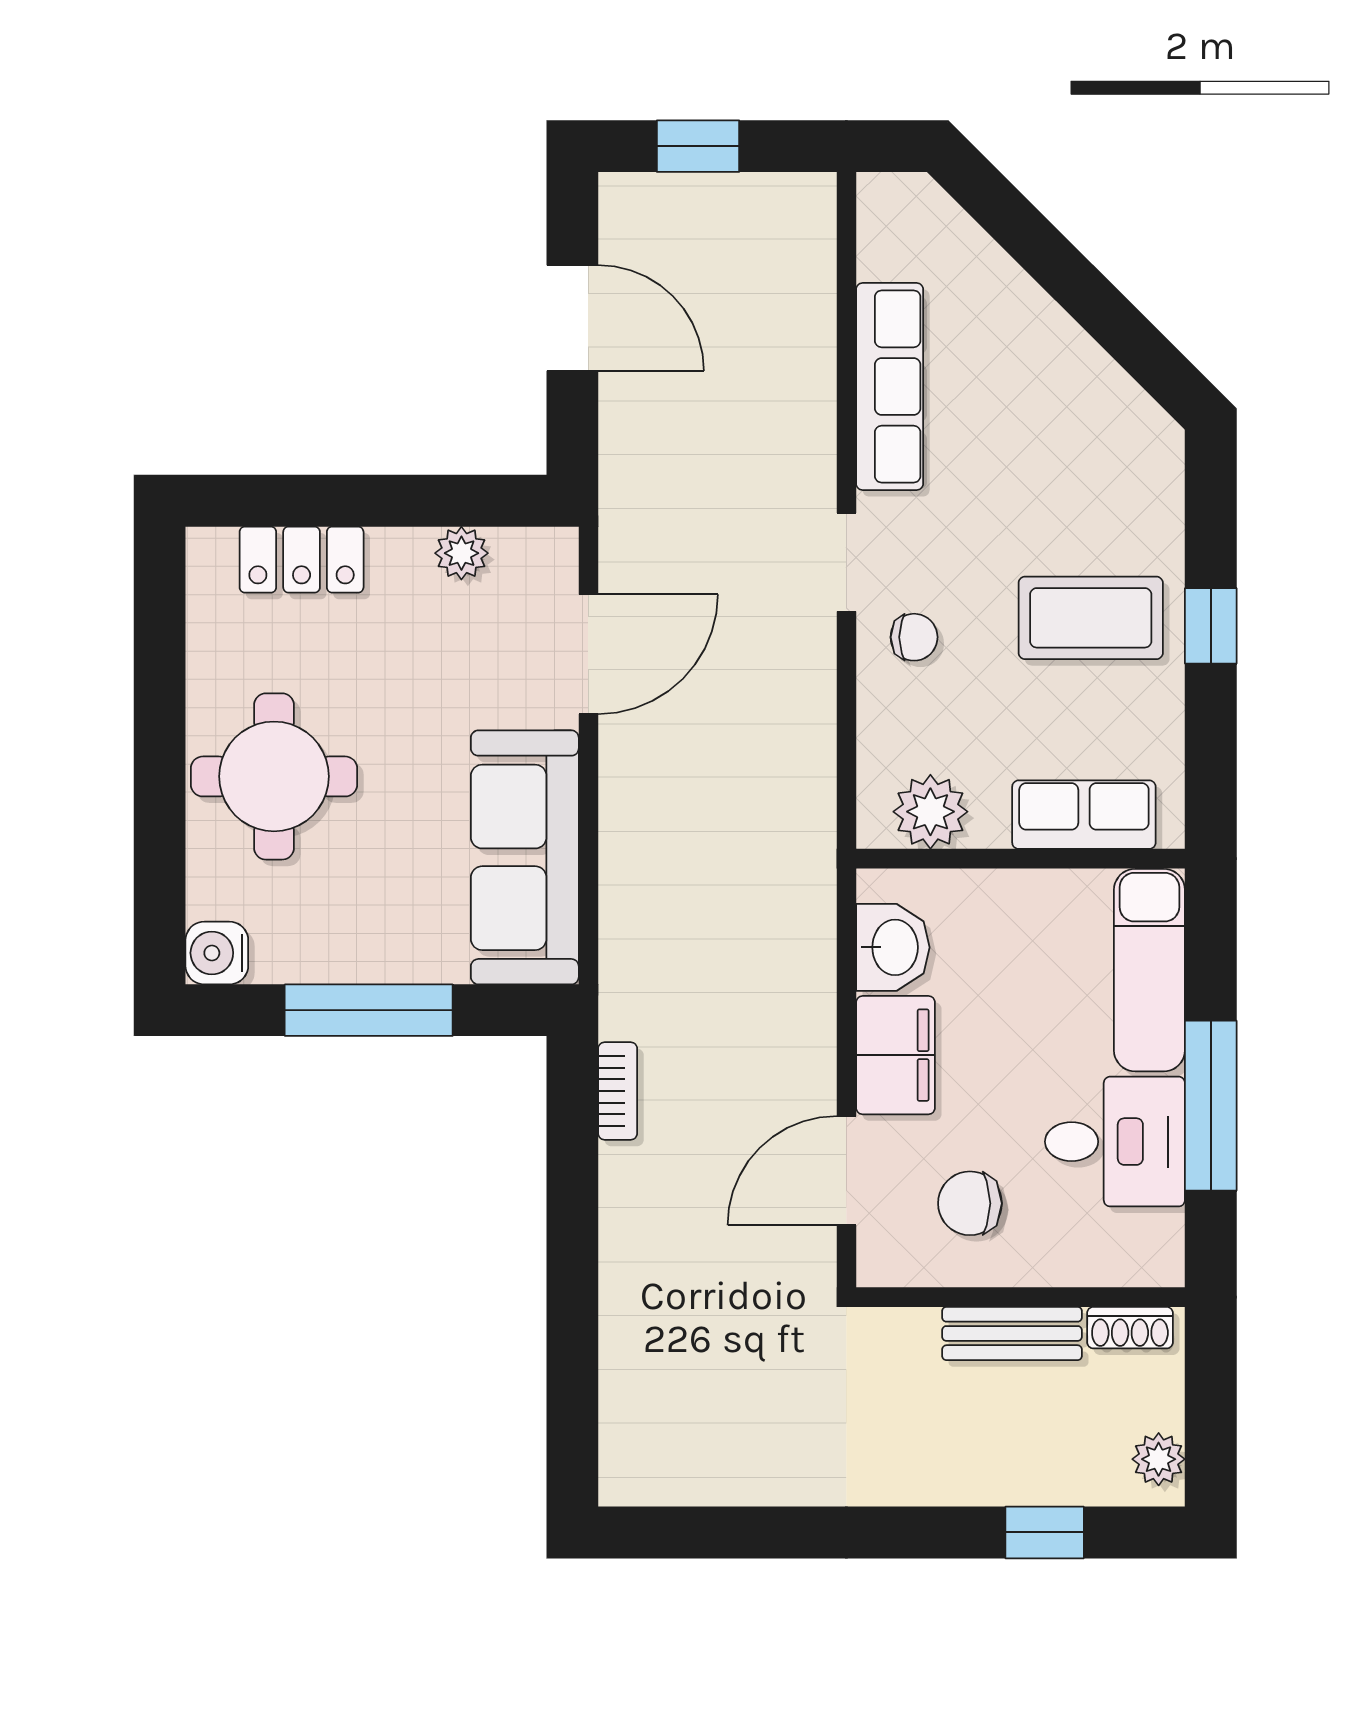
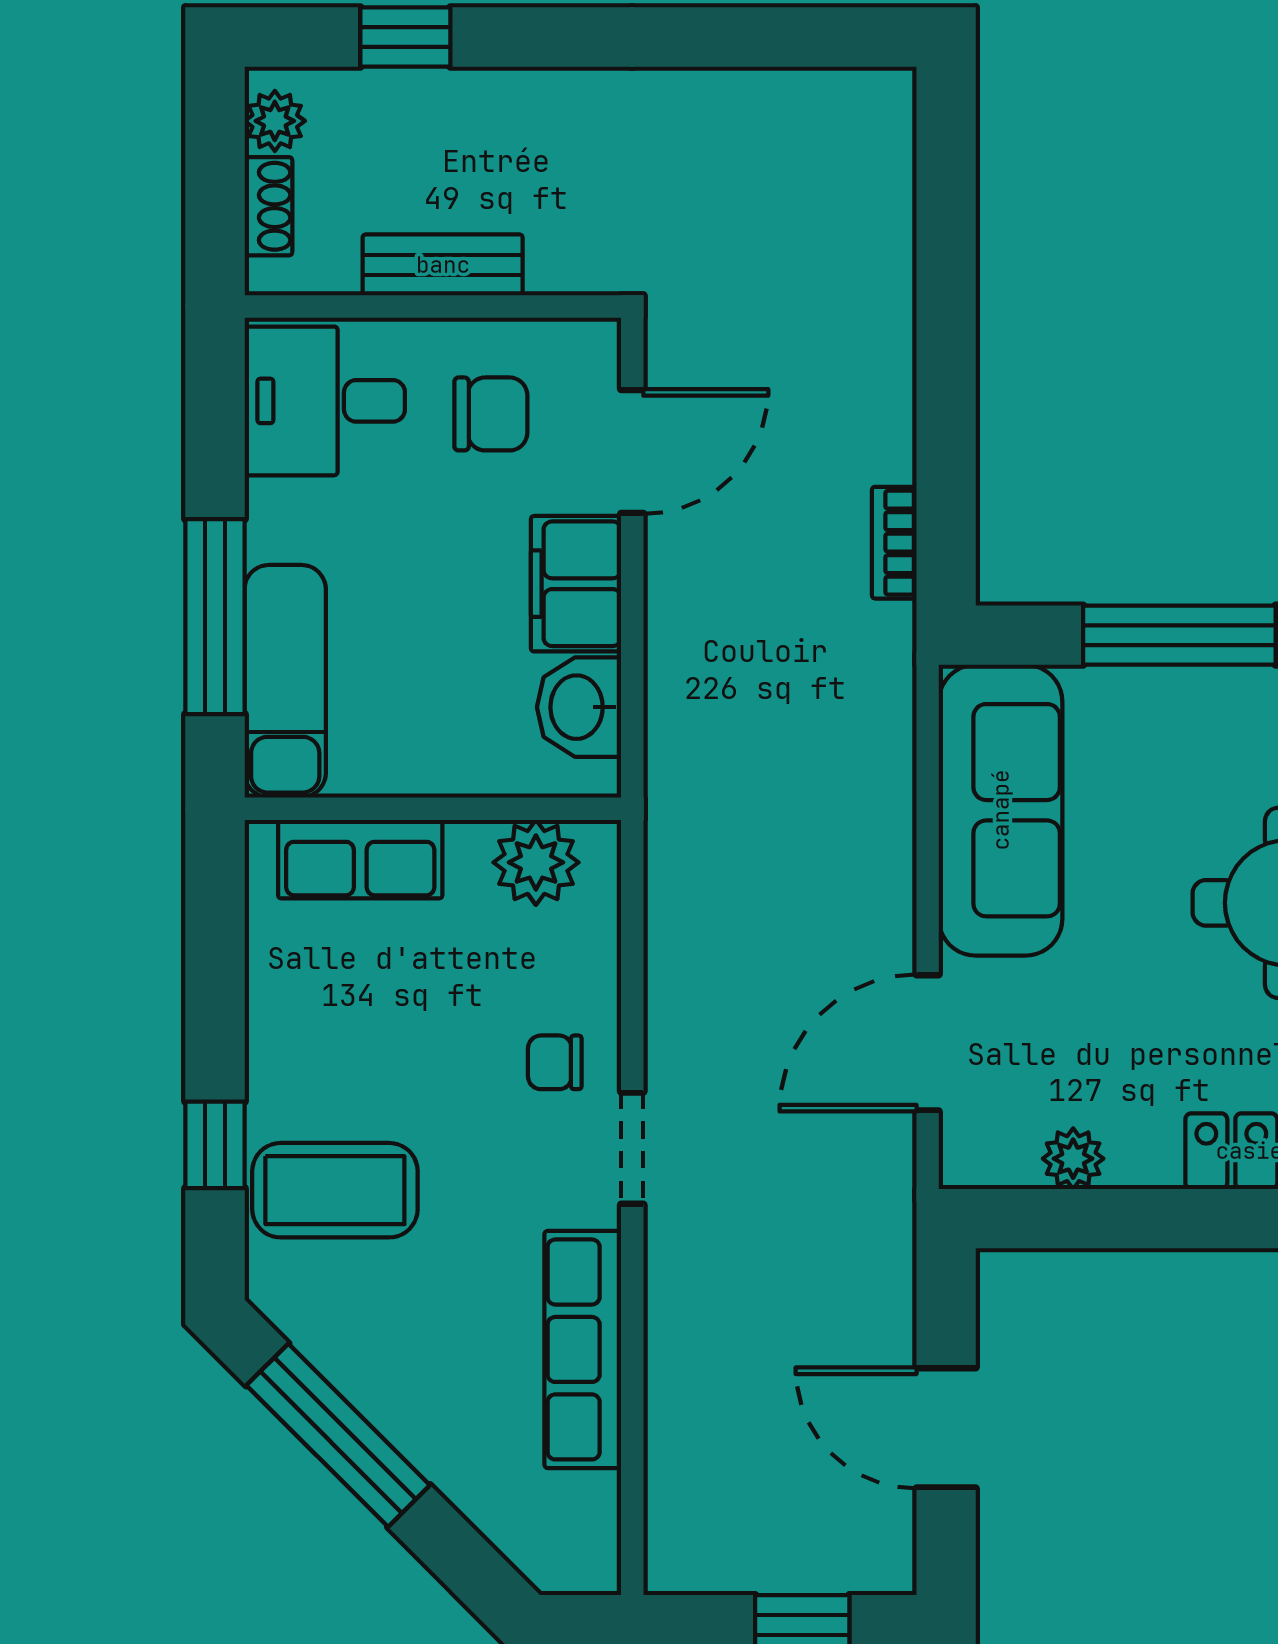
window: (1103, 312) -> (338, 1435), added
coffee table: (1091, 618) -> (335, 1190), moved
window: (1211, 626) -> (215, 1145), moved
window: (1211, 1106) -> (215, 617), moved
desk: (1115, 1142) -> (325, 401), moved
shoe rack: (1130, 1328) -> (268, 206), moved, turned 90

